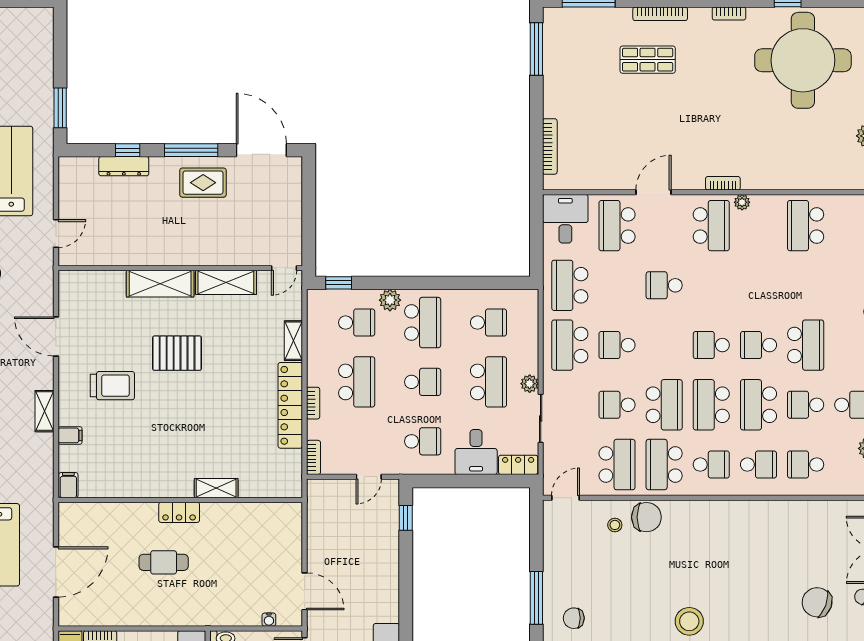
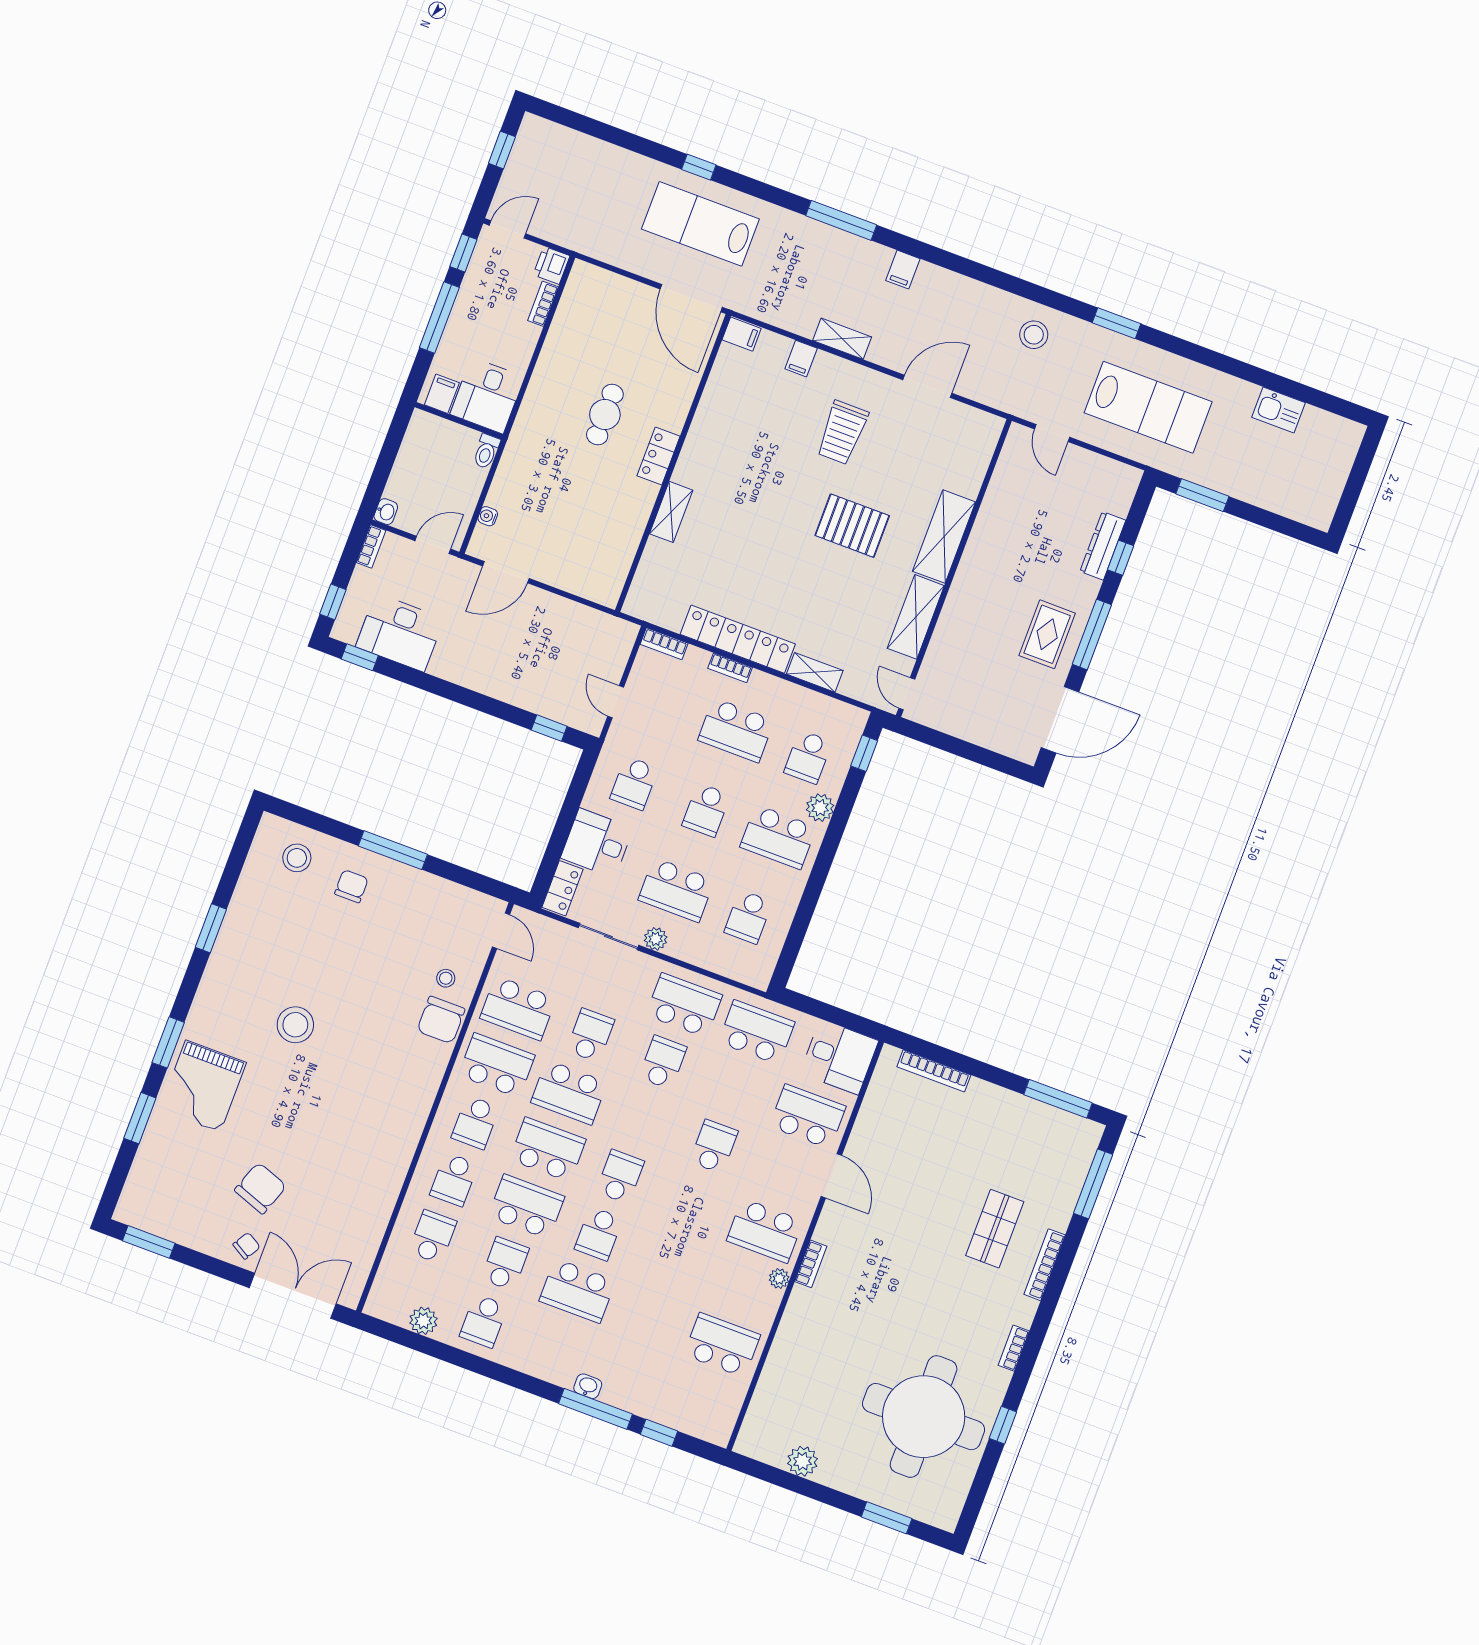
school desk: (758, 345) -> (599, 1234), turned 180
pallet: (177, 353) -> (852, 526), turned 90
door: (56, 572) -> (691, 298), moved

